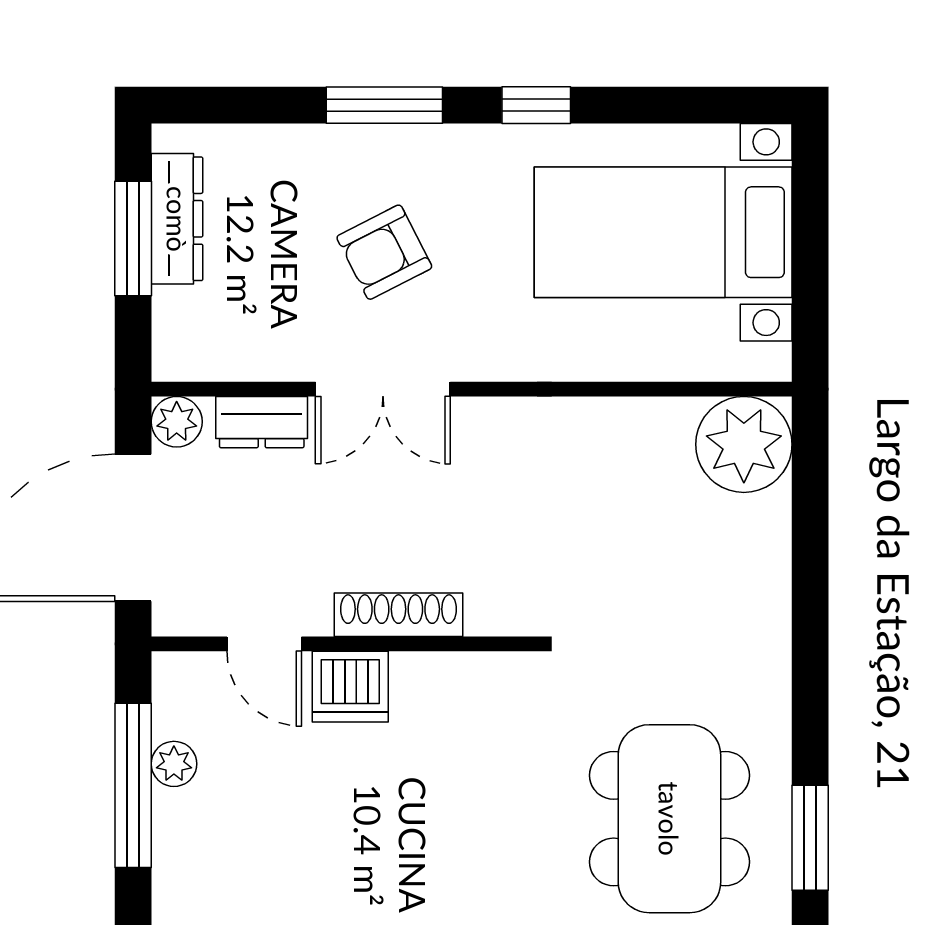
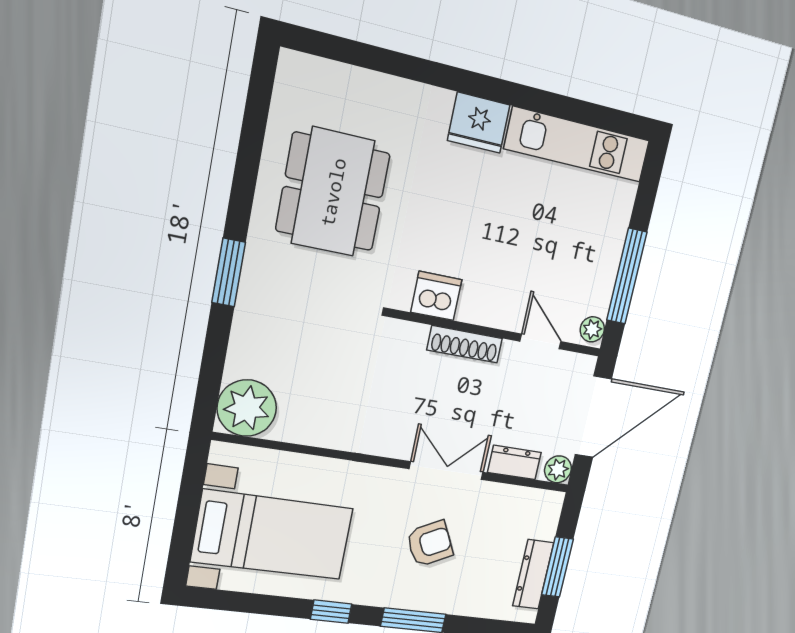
dishwasher: (350, 687) -> (436, 296), moved
plant: (174, 764) -> (592, 329), moved
window: (810, 838) -> (229, 272), moved

